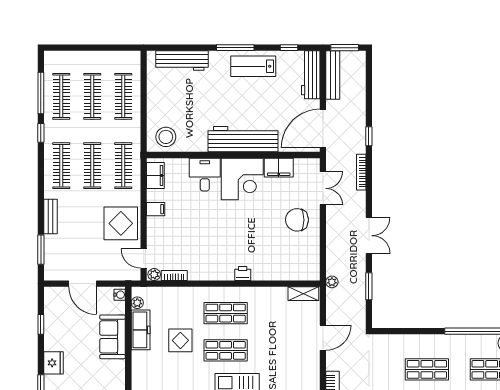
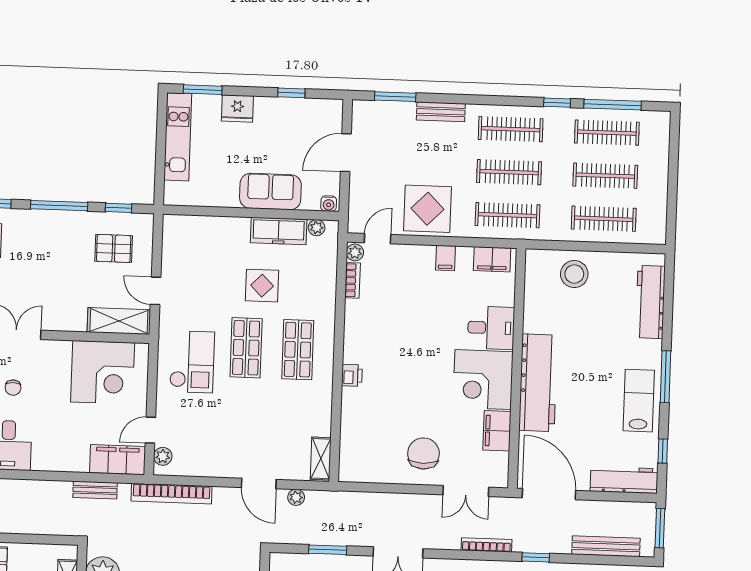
bench: (333, 75) -> (606, 546), moved
stool: (166, 137) -> (574, 274), moved
plant: (332, 282) -> (296, 497), moved

